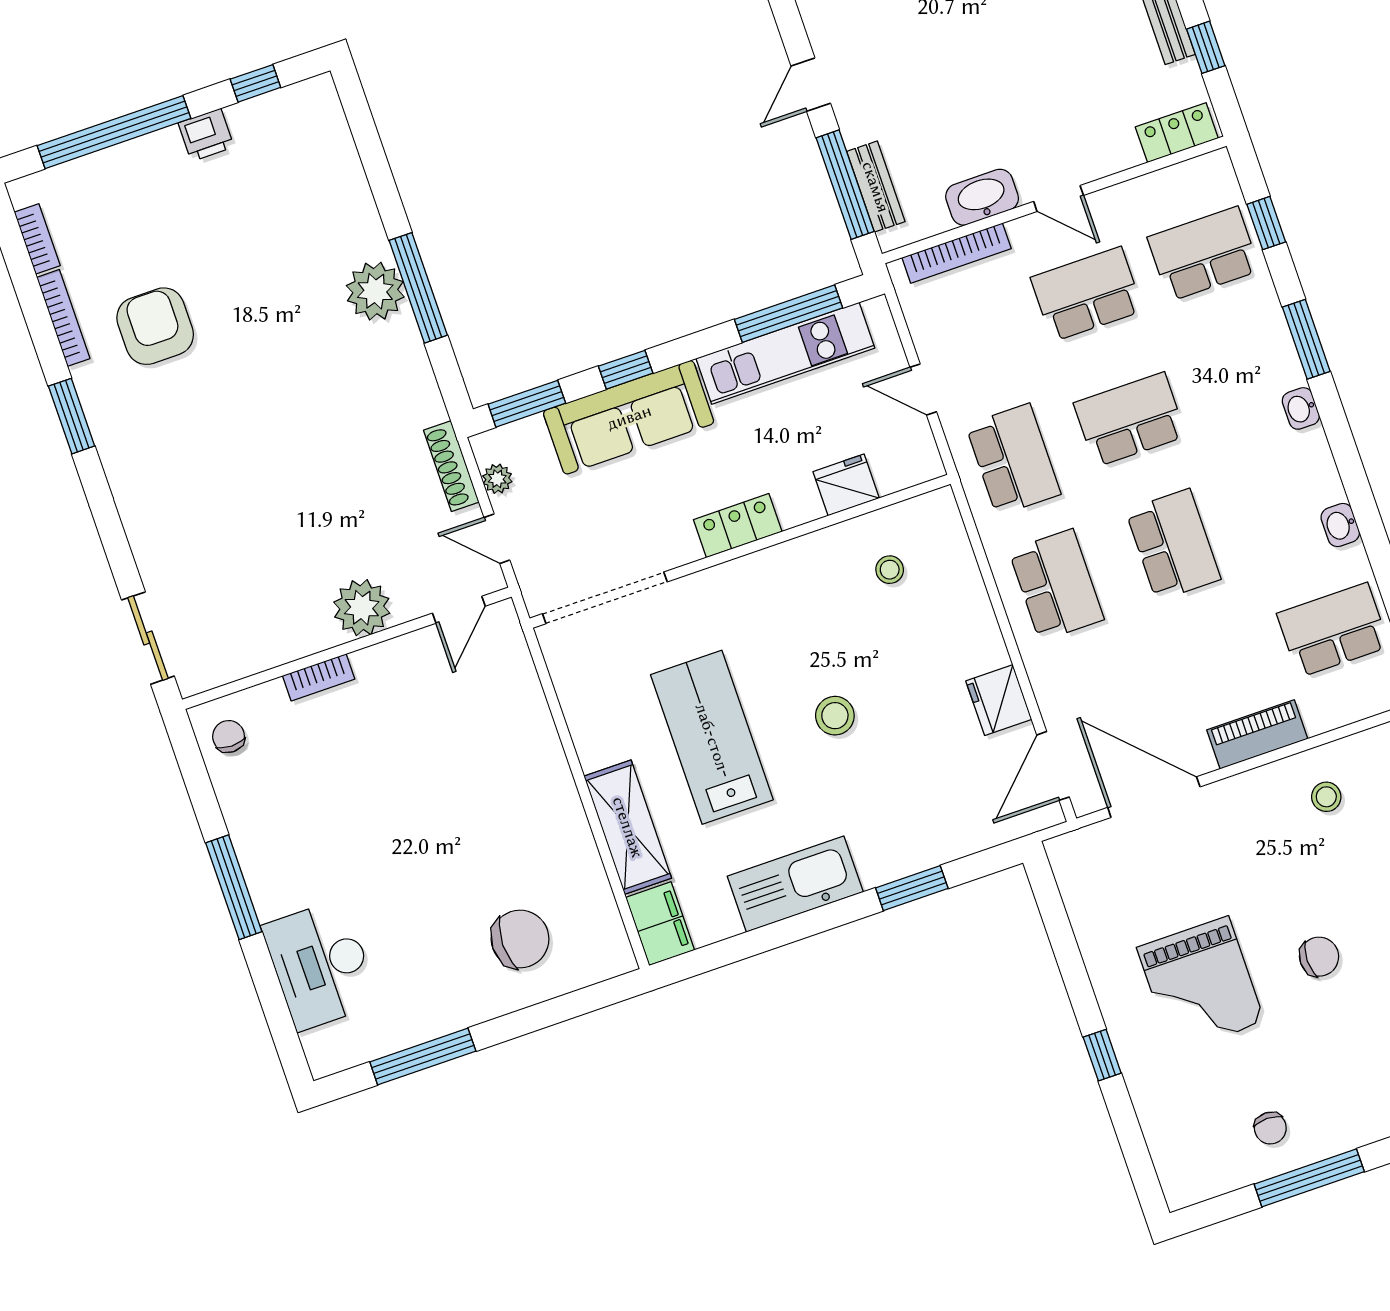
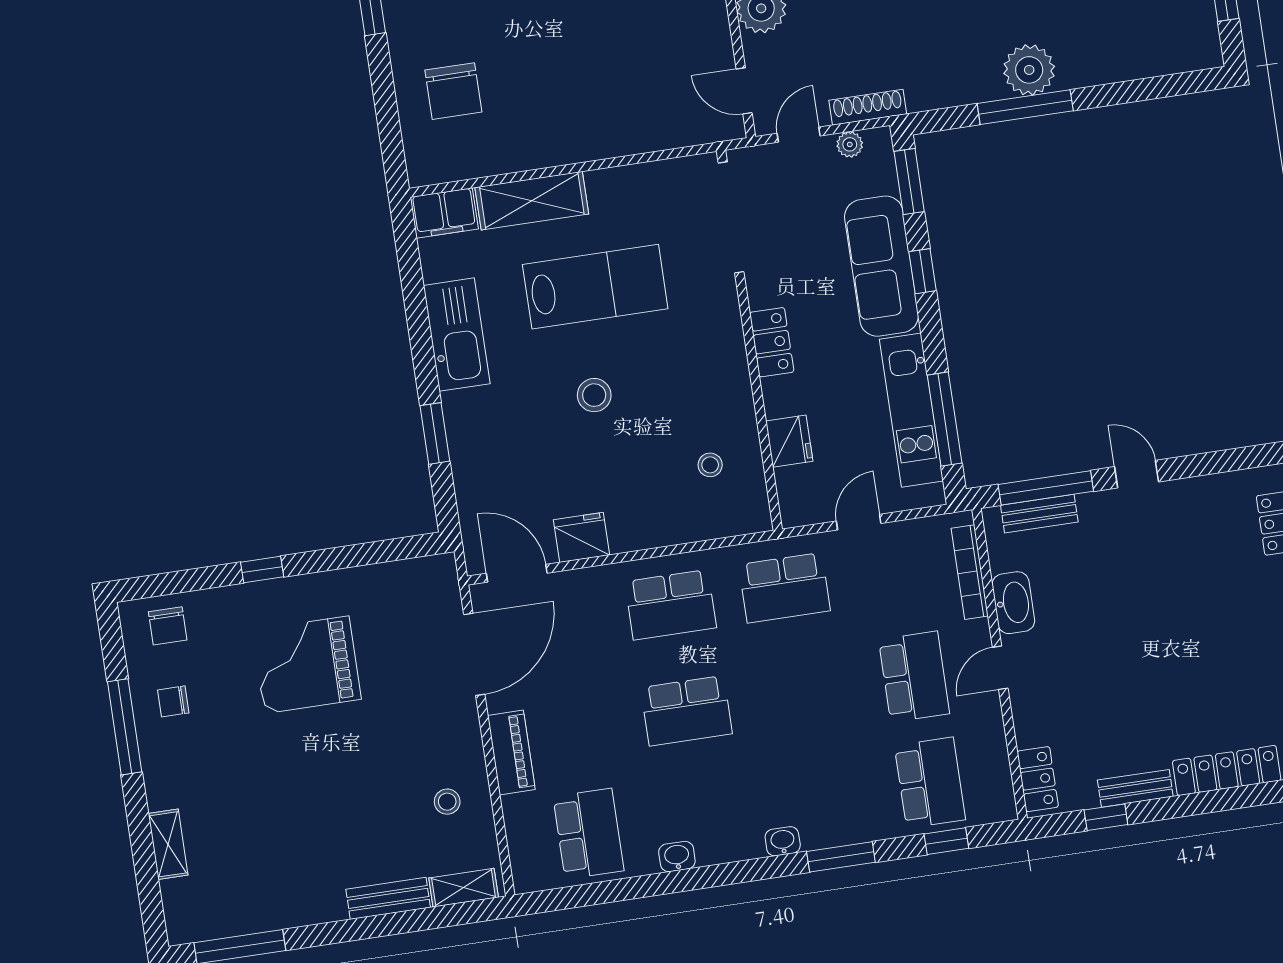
school desk: (1130, 419) -> (800, 694), removed
chair: (1319, 957) -> (168, 626), moved

